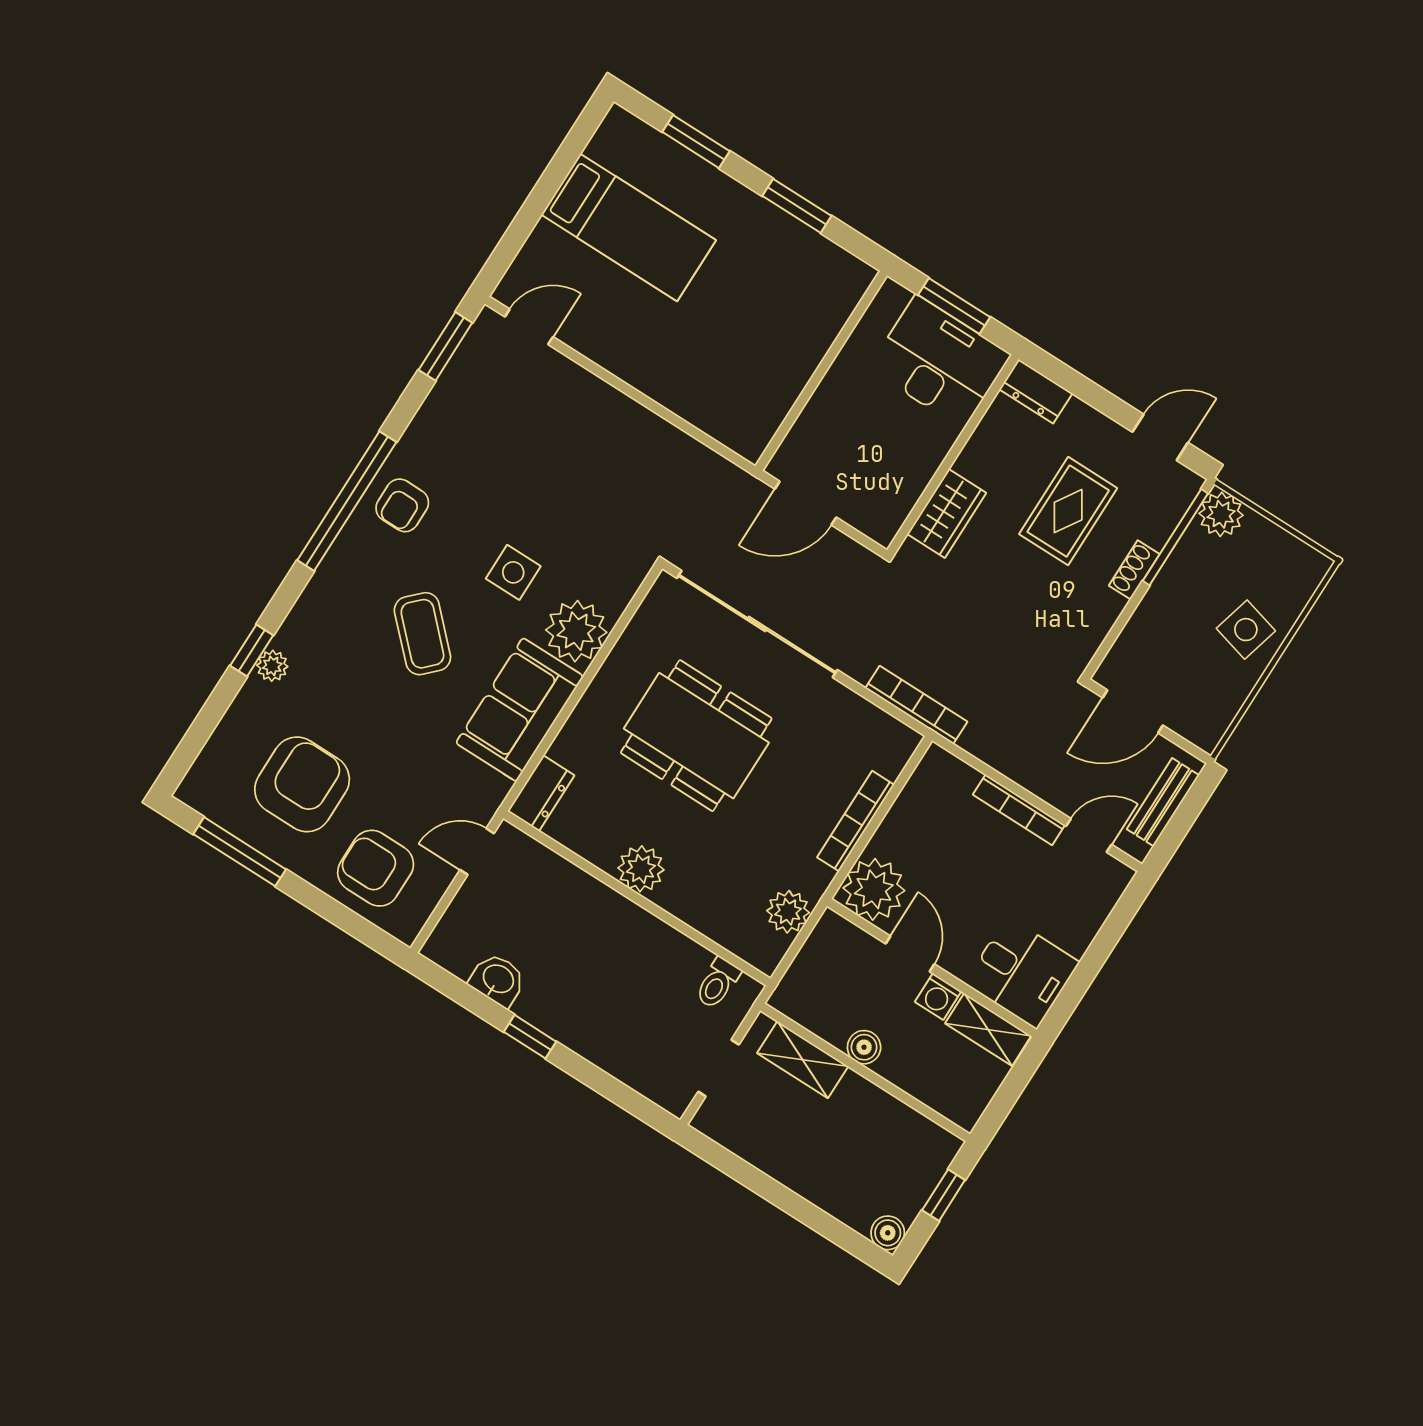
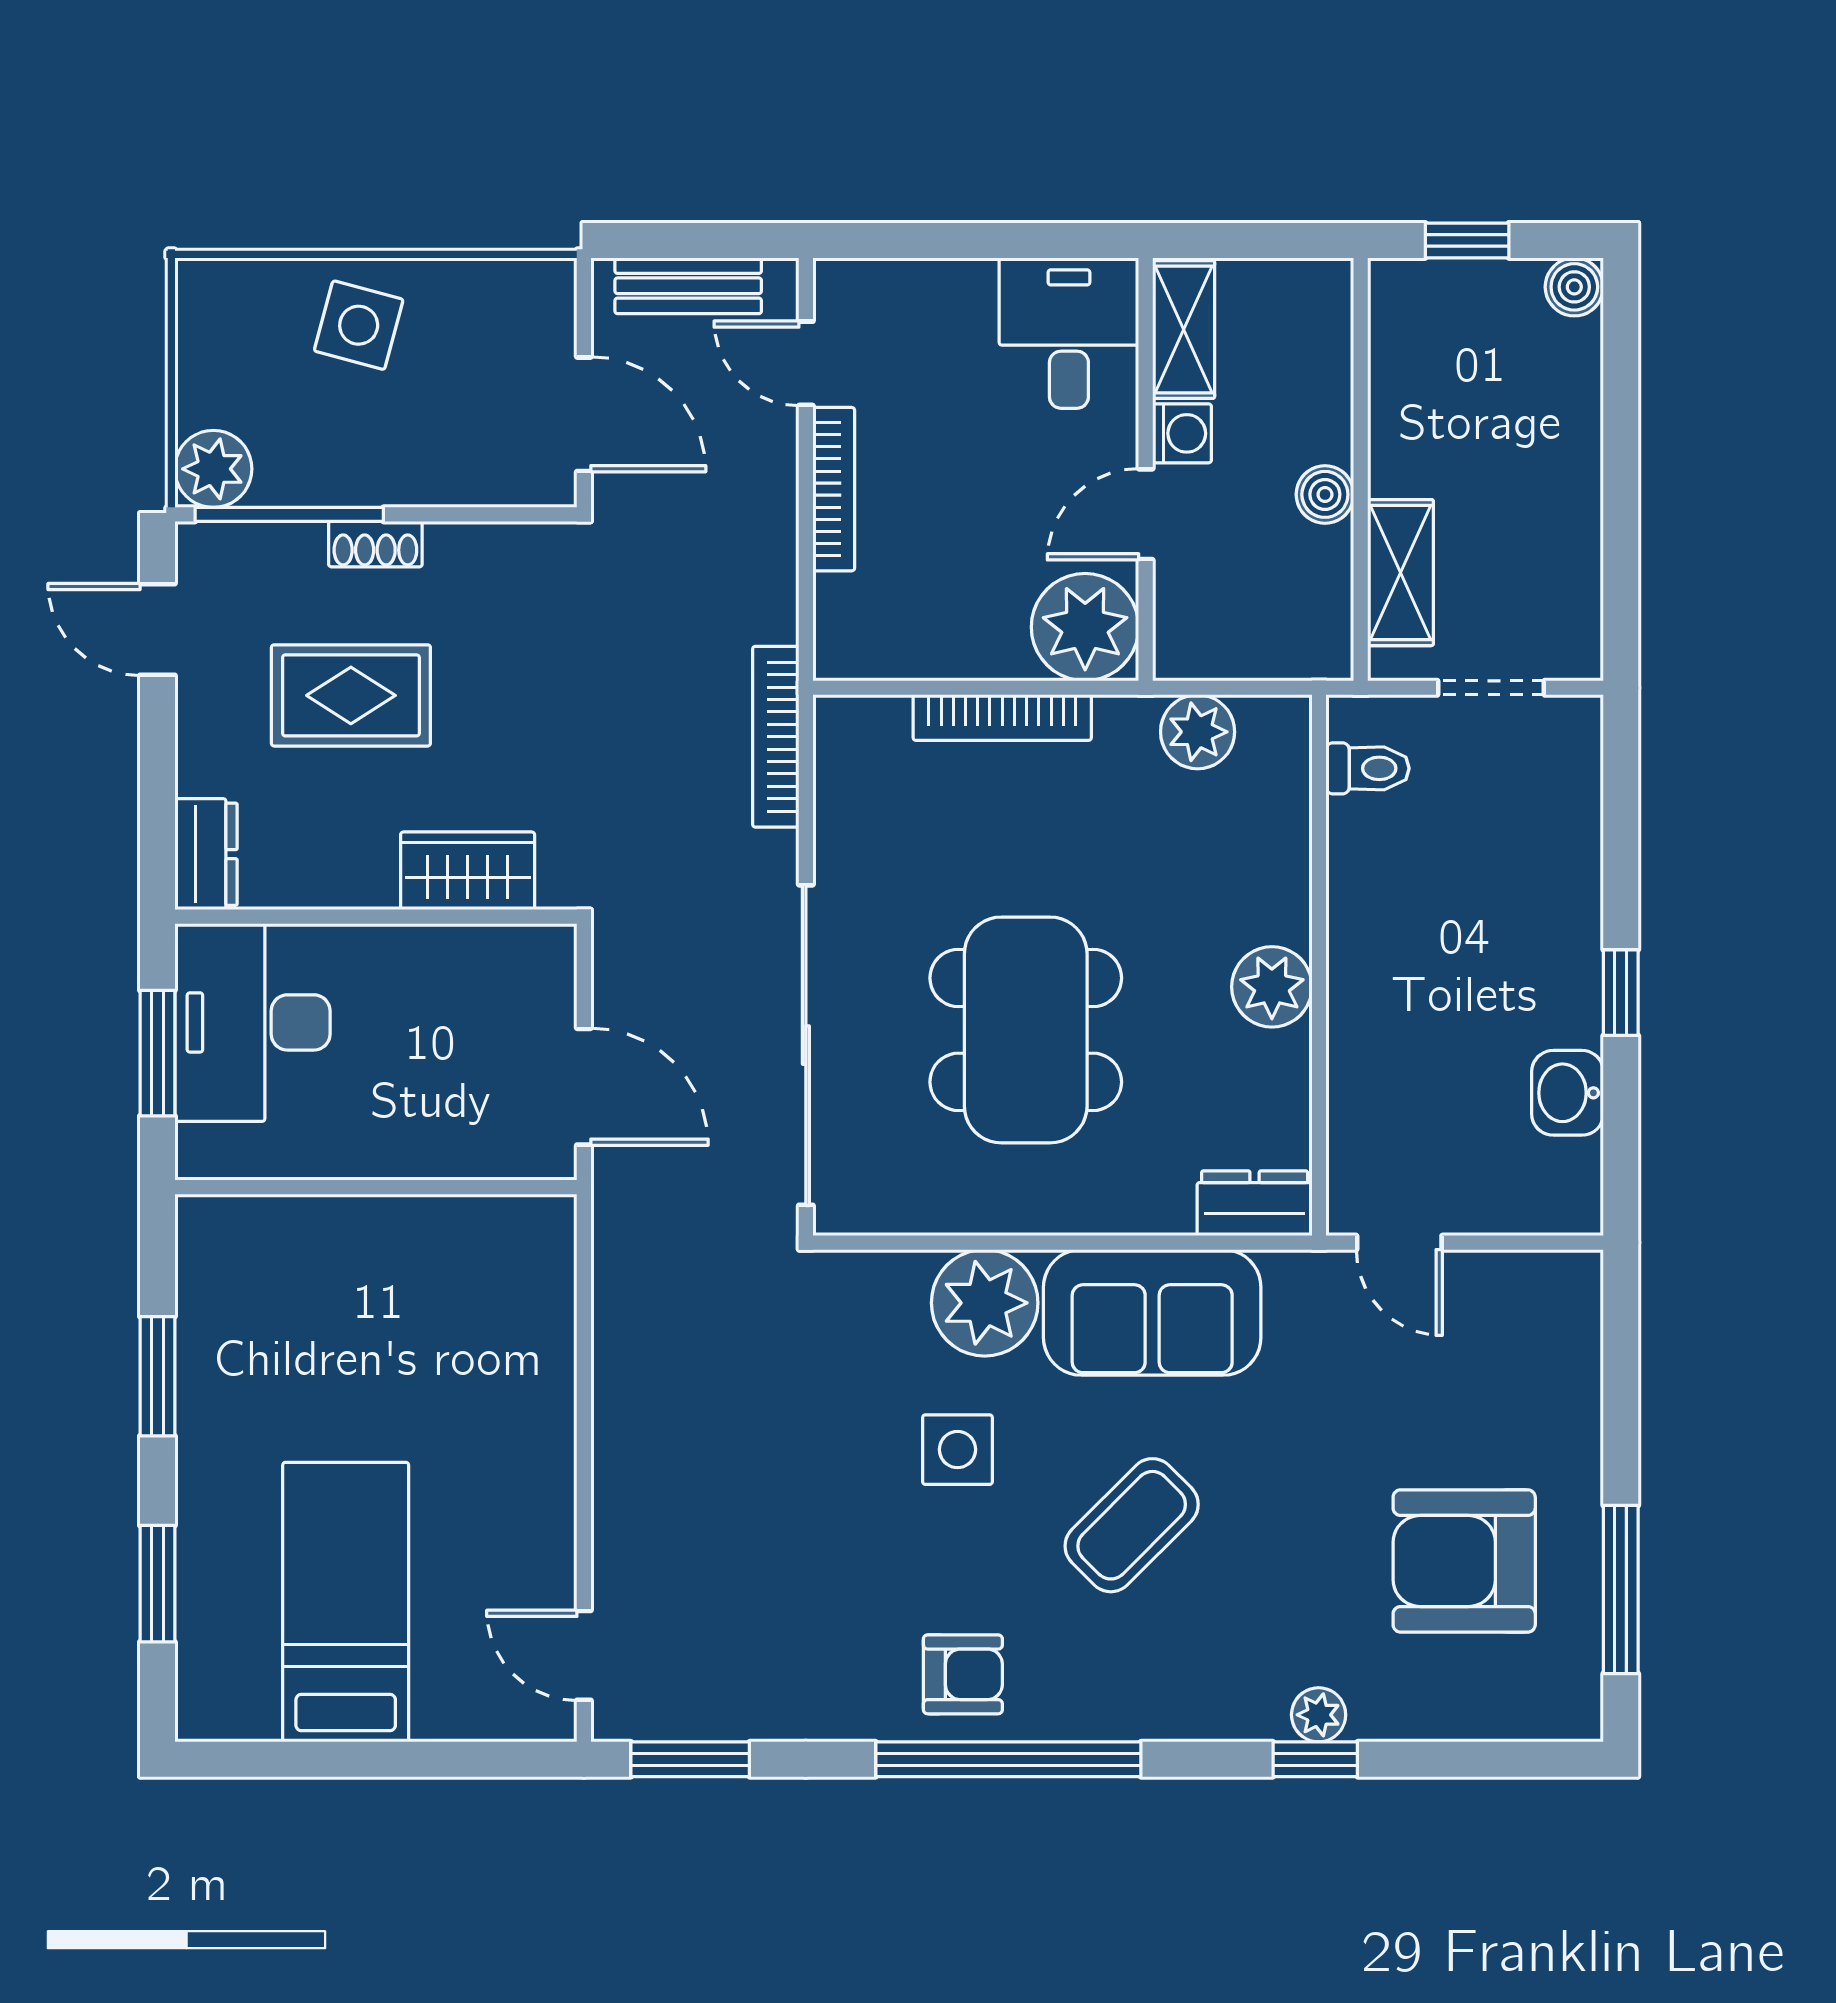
armchair: (376, 868) -> (1518, 1375), removed

